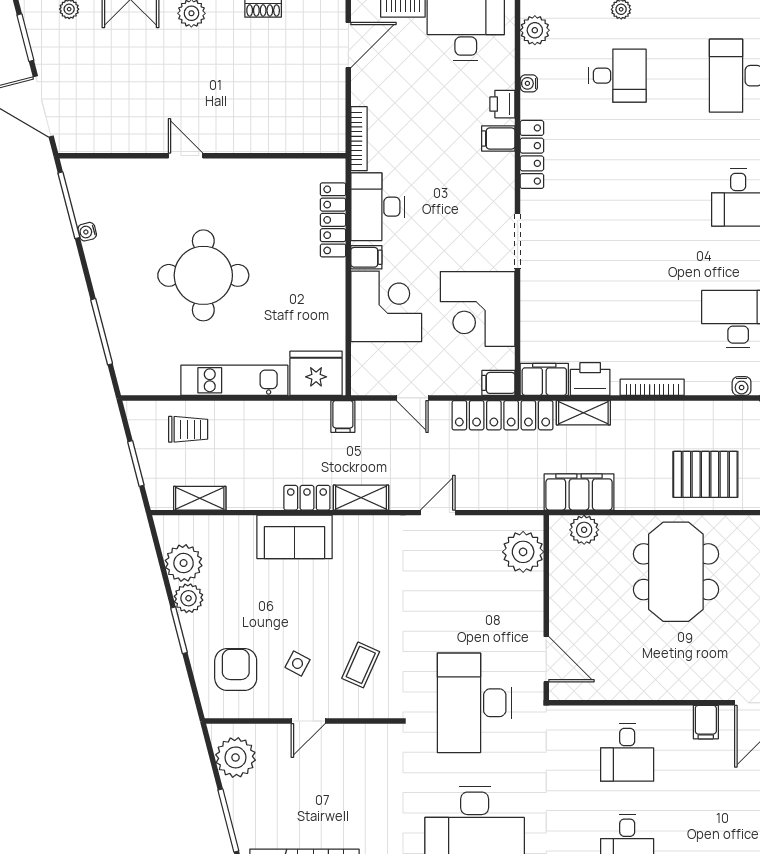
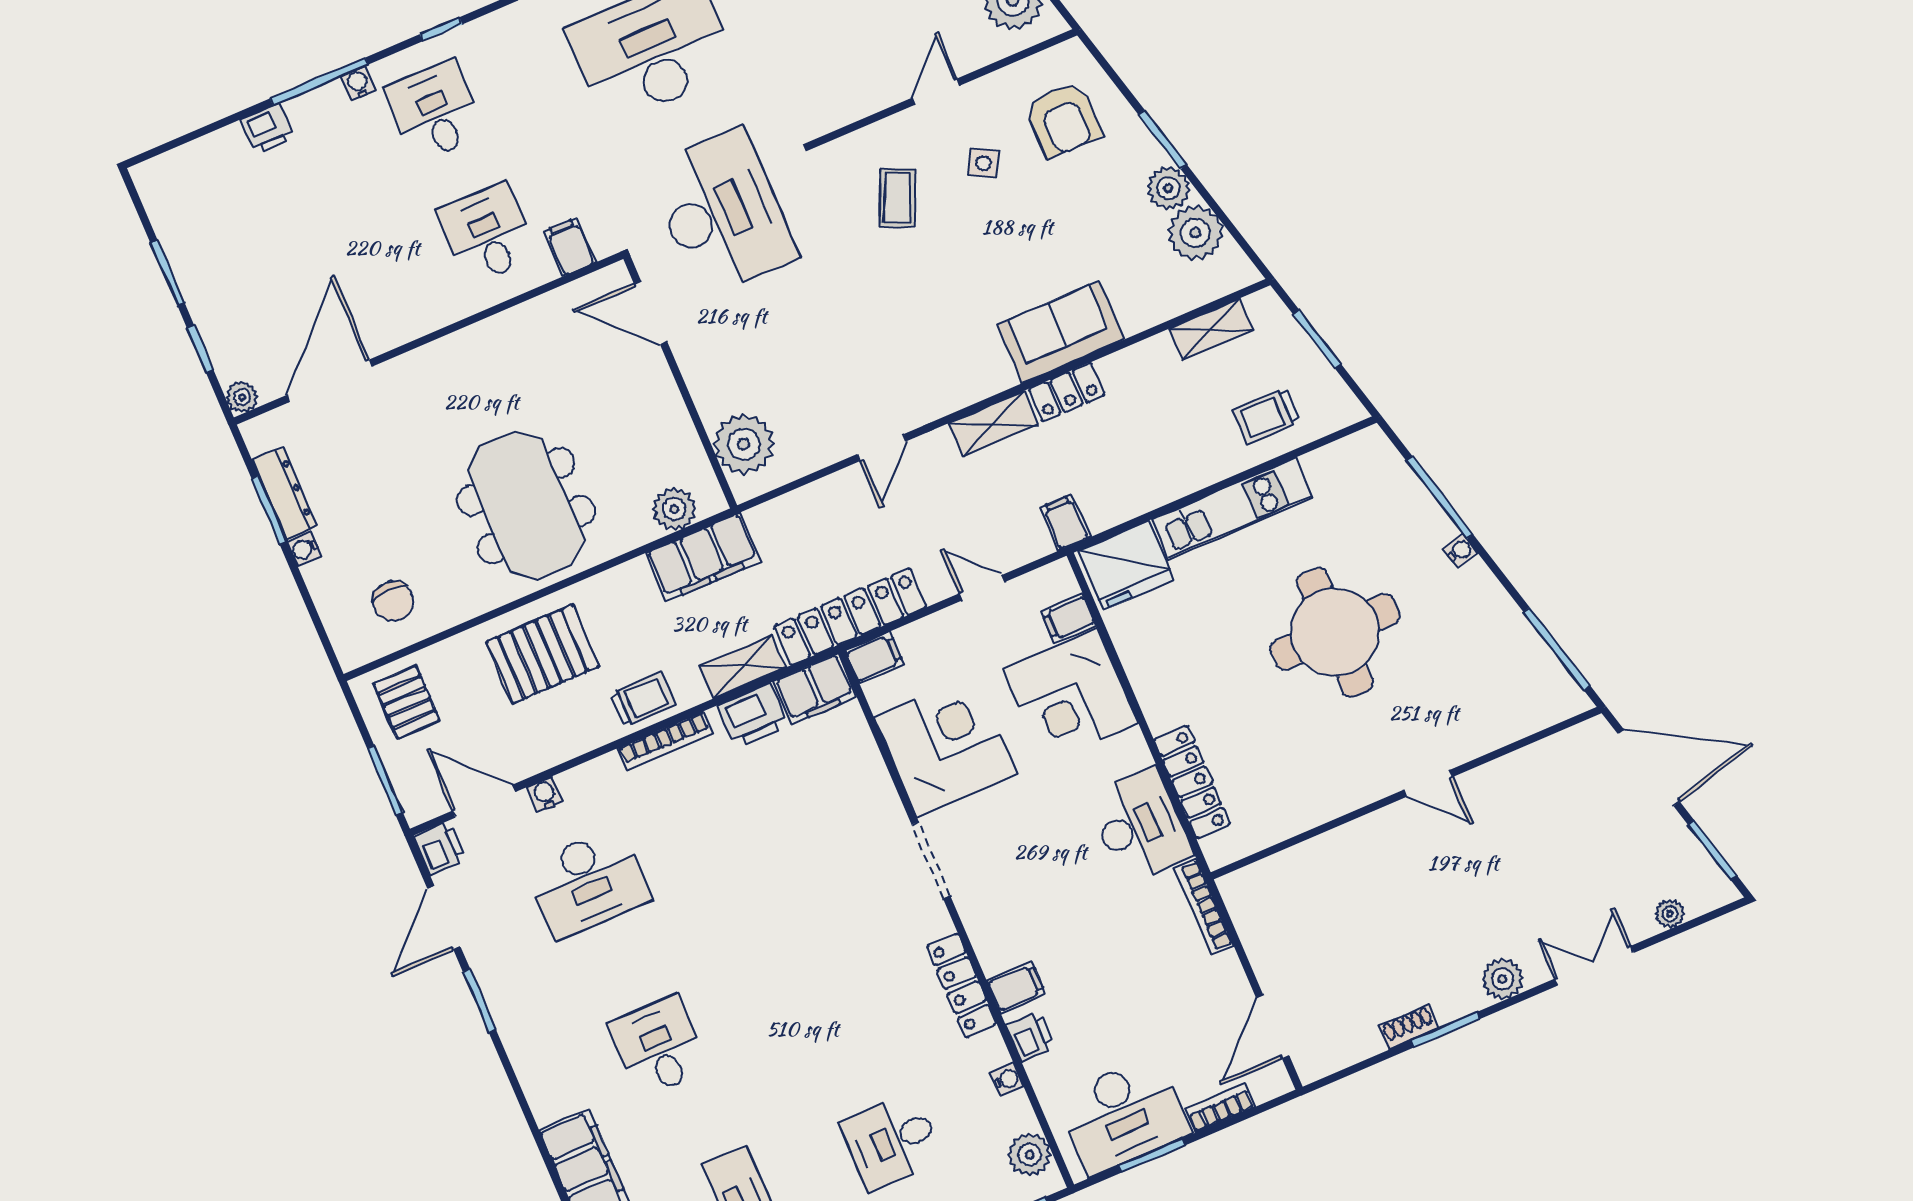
water cooler: (87, 232) -> (1460, 551), moved
filing cabinet: (366, 257) -> (1069, 618), moved
trolley: (655, 419) -> (643, 699), added
filing cabinet: (706, 722) -> (570, 247), moved

